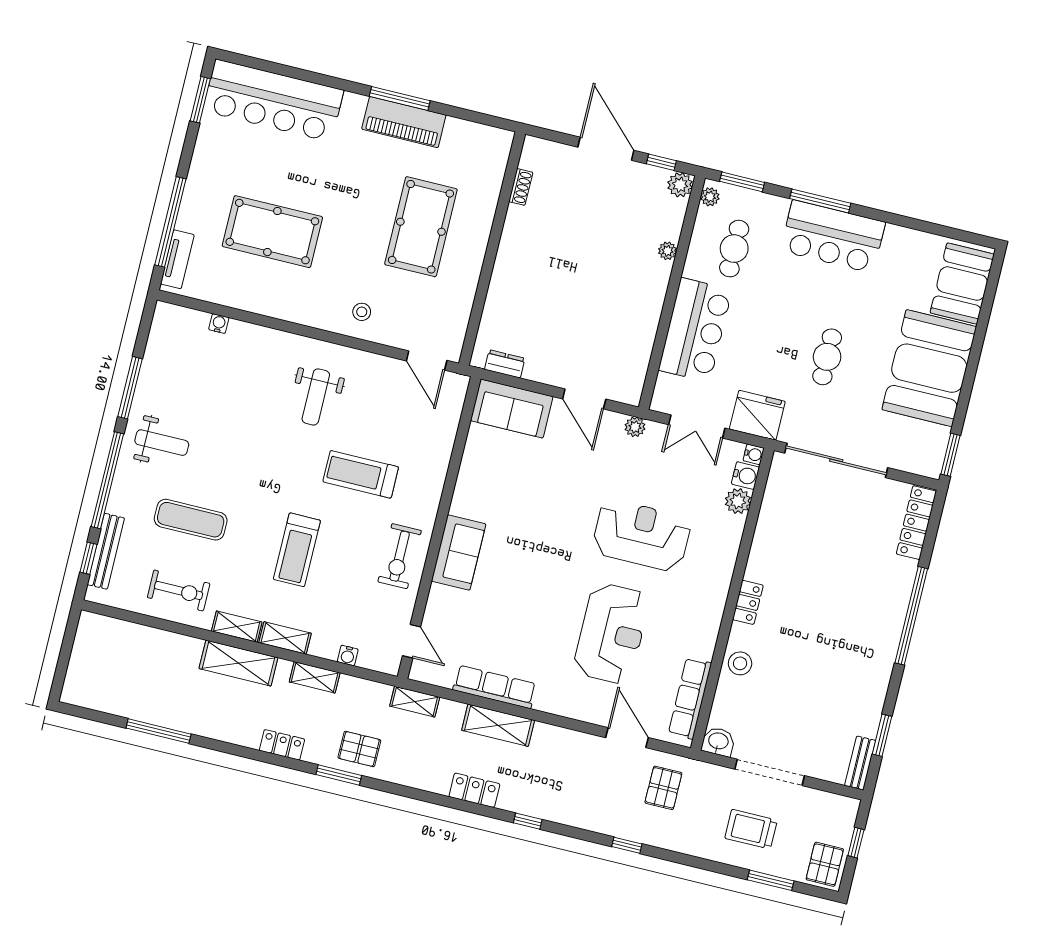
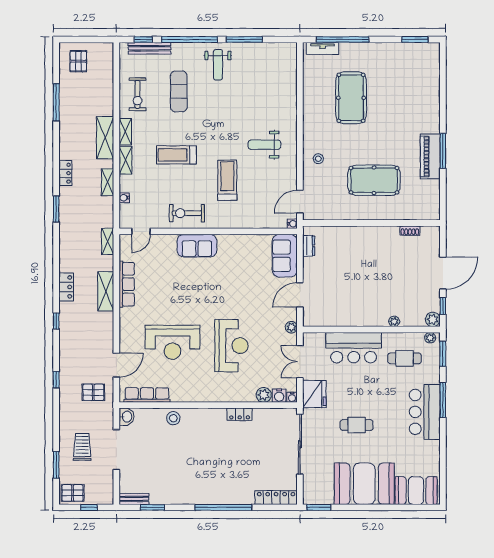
bar counter: (273, 100) -> (424, 80), removed
water cooler: (219, 324) -> (292, 224), moved
locker: (748, 602) -> (240, 414), moved
pallet: (359, 749) -> (78, 61), moved

